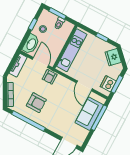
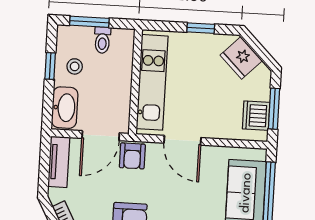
door: (40, 62) -> (101, 136), swing flipped
door: (84, 86) -> (182, 140), moved

